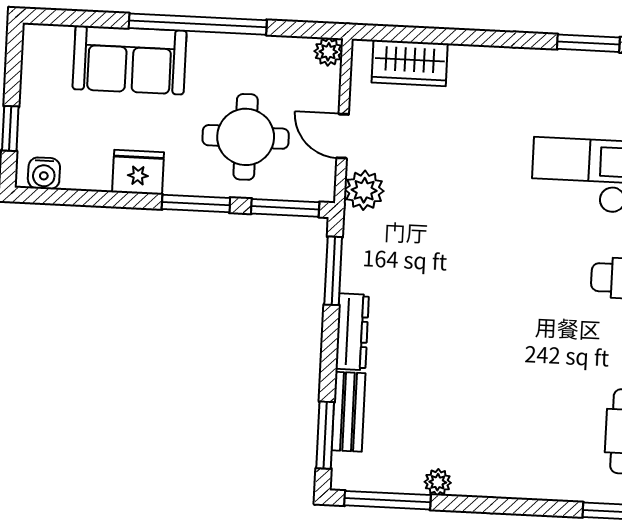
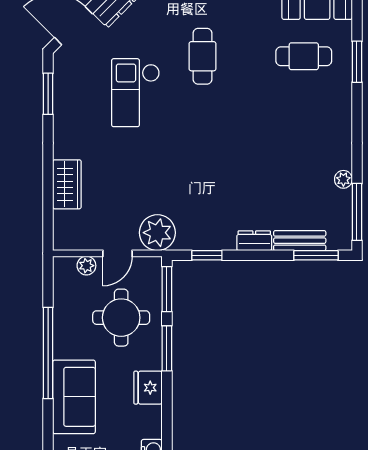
plant: (328, 52) -> (86, 266), moved
wardrobe: (410, 63) -> (67, 184), moved
plant: (364, 190) -> (157, 233), width x1.36, depth x1.36
window: (333, 271) -> (207, 255), width x0.67
dresser: (352, 332) -> (254, 241), width x0.70

